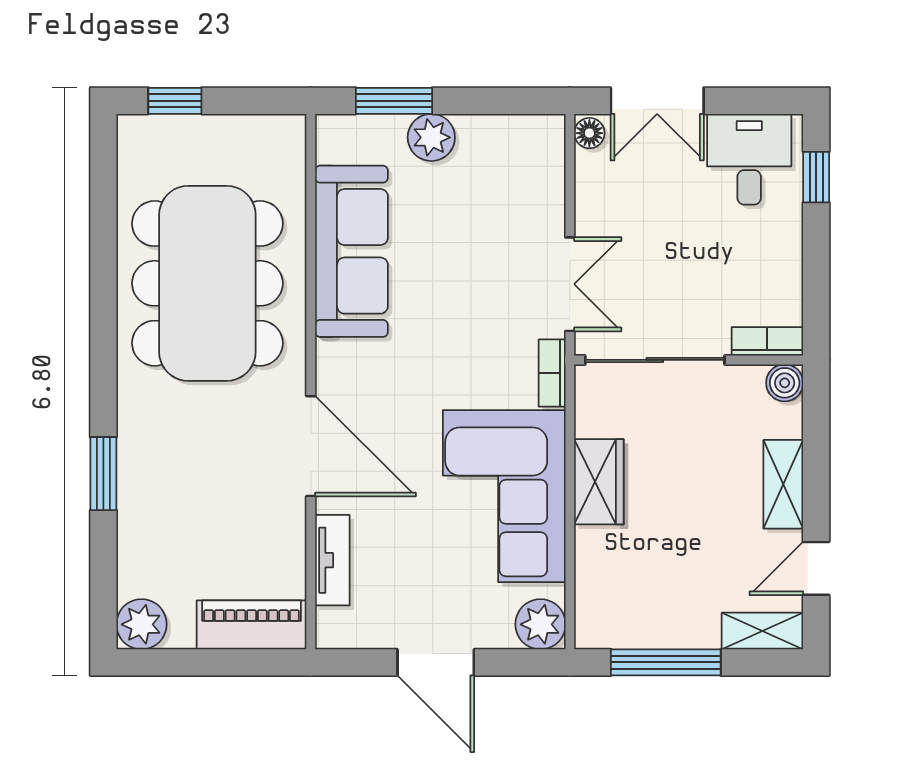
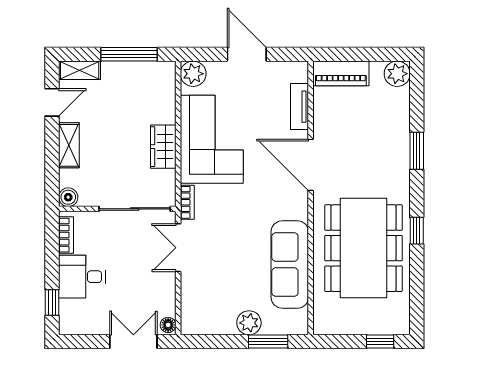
desk: (749, 159) -> (82, 277), moved, turned 90
window: (103, 317) -> (417, 231), added
bookcase: (767, 341) -> (66, 235), moved, turned -90

